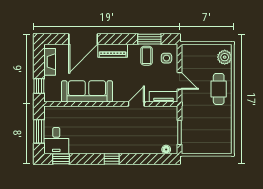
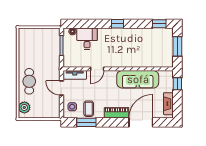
desk: (56, 141) -> (87, 39), moved

